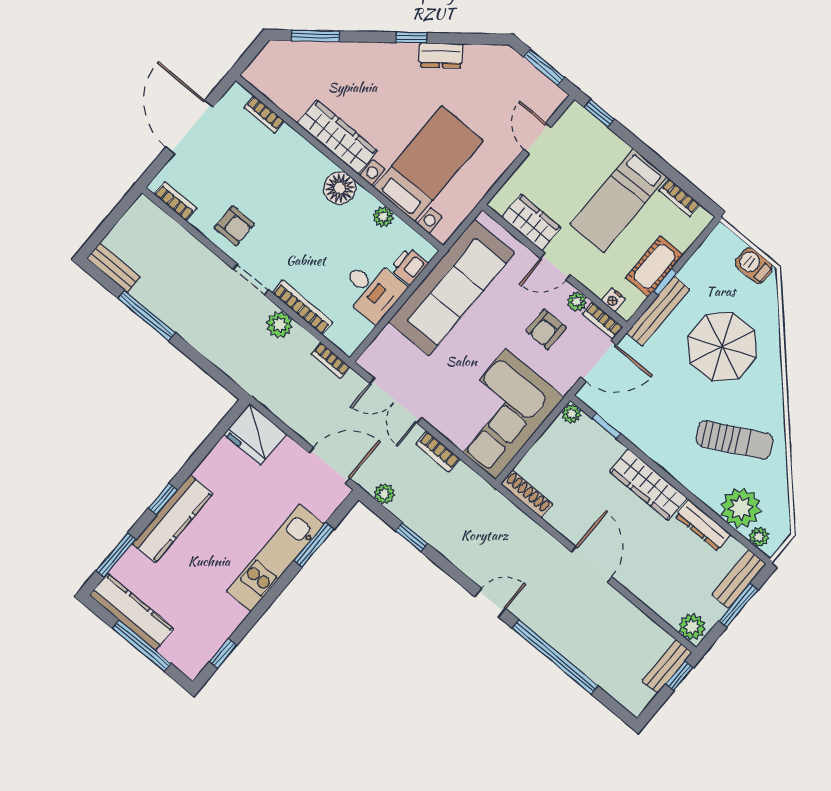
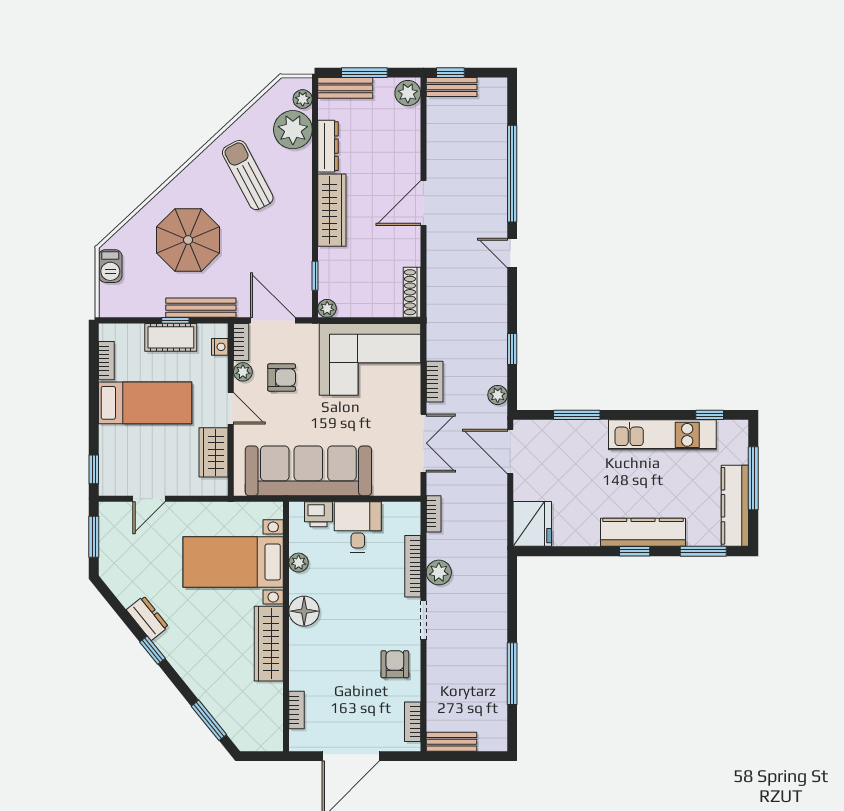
bench: (113, 268) -> (451, 742), moved, turned 90
kitchen unit: (275, 558) -> (662, 435), moved

